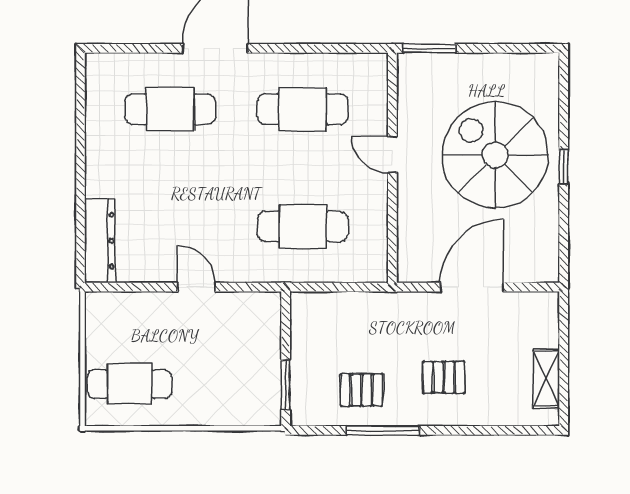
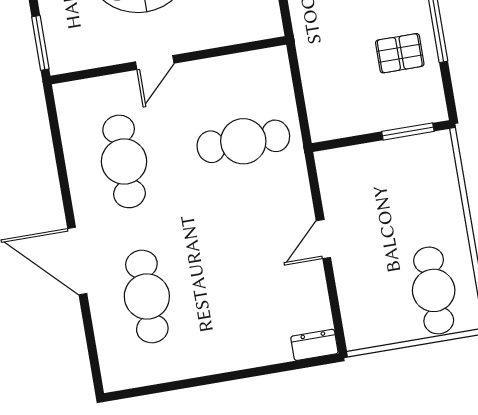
cafe table: (303, 226) -> (243, 141), turned 90
dresser: (100, 241) -> (314, 345), width x0.51, depth x0.80
pallet: (362, 390) -> (400, 53), turned 90

